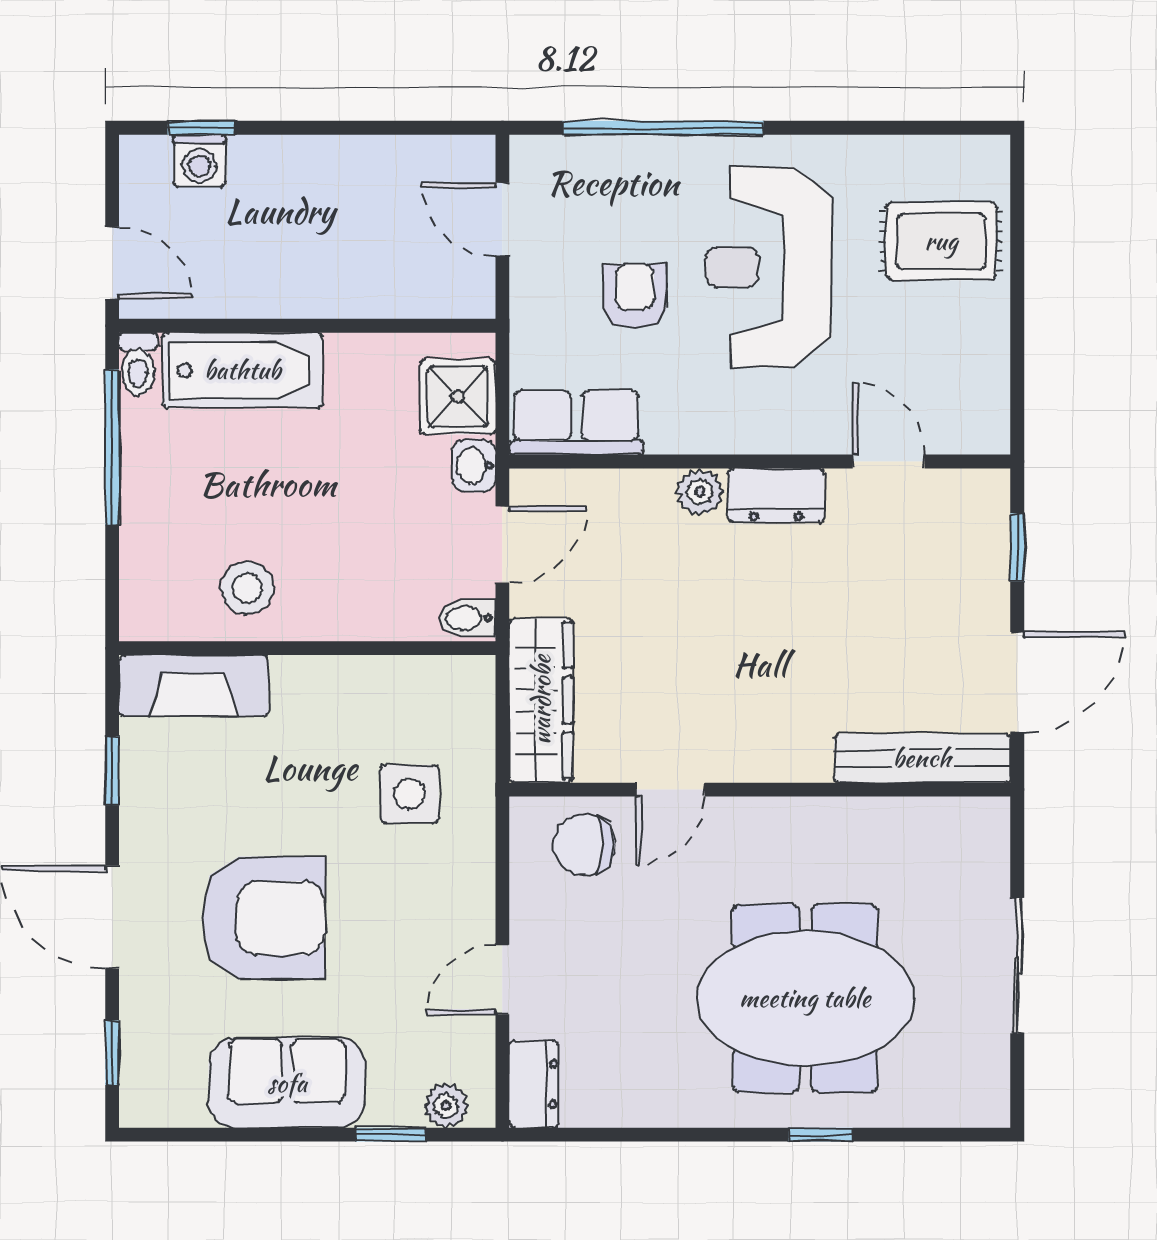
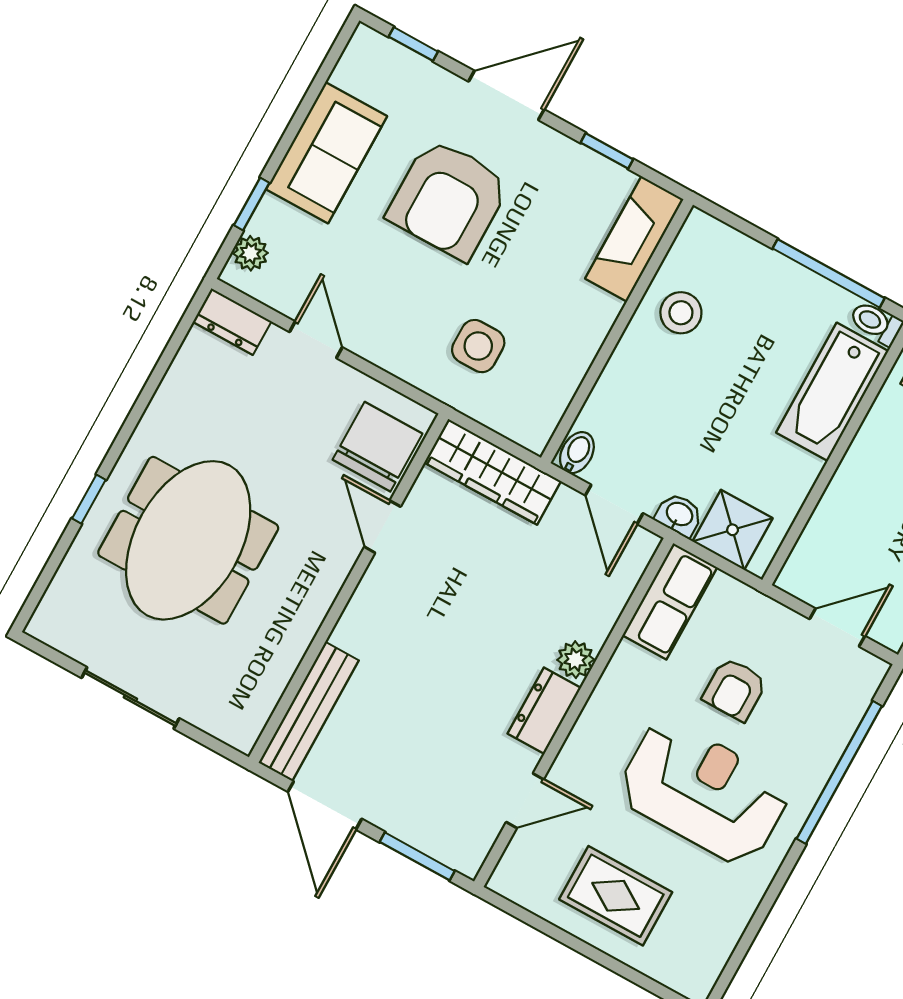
rug: (941, 241) -> (616, 896), moved, turned 90
armchair: (635, 296) -> (735, 689), turned 90
window: (1017, 547) -> (417, 856), width x1.50
chair: (584, 844) -> (378, 447), width x1.37, depth x1.37

